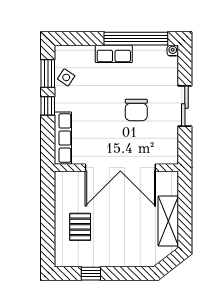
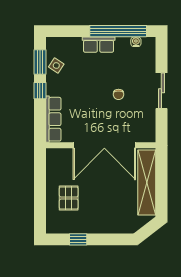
water cooler: (173, 51) -> (136, 42), moved
chair: (136, 110) -> (118, 94), width x0.54, depth x0.54
shelving: (168, 221) -> (147, 182), width x1.47

